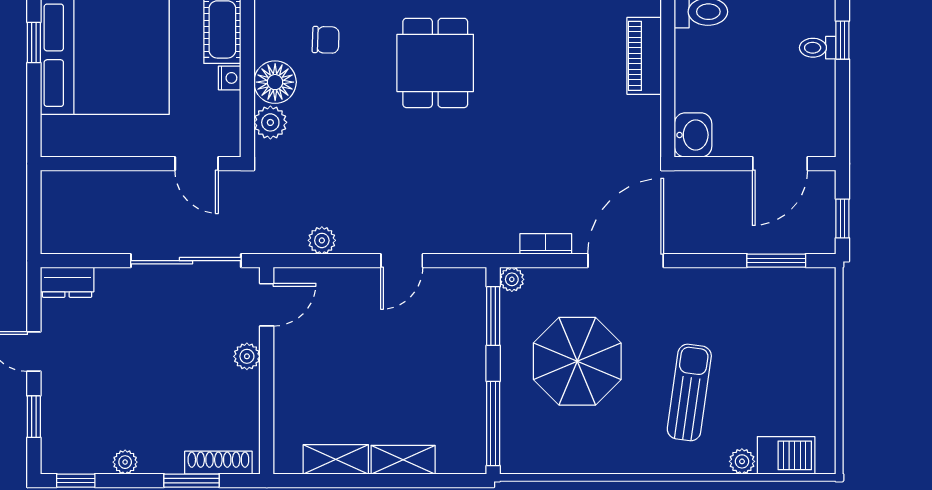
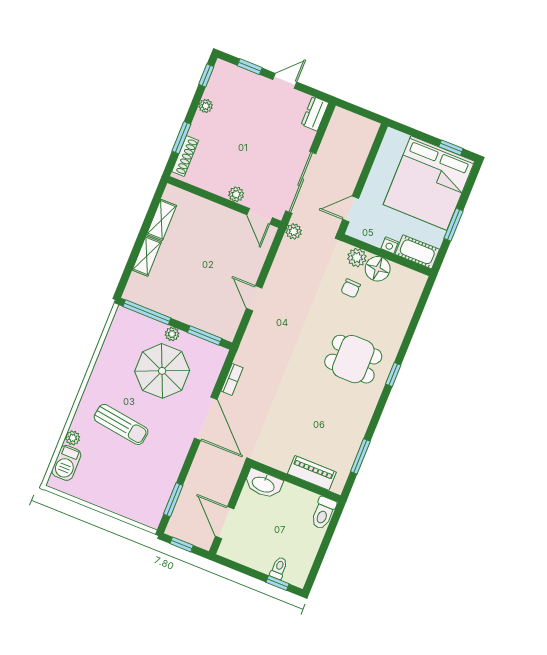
chair: (326, 40) -> (351, 288), moved
washbasin: (693, 135) -> (263, 484), width x1.38
plant: (322, 240) -> (294, 231), moved
plant: (512, 279) -> (172, 334), moved

